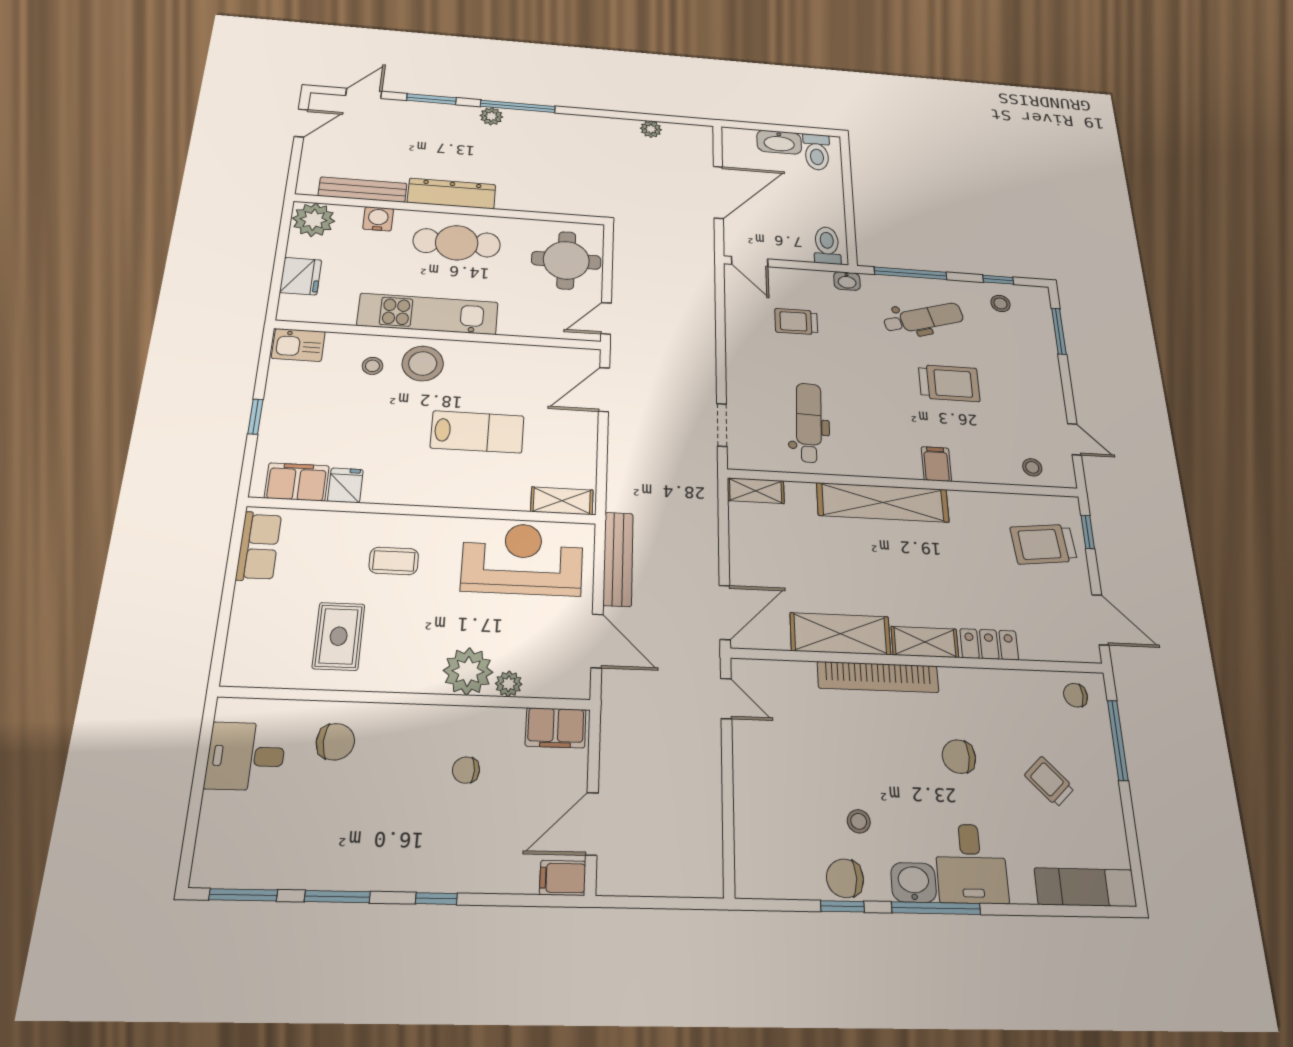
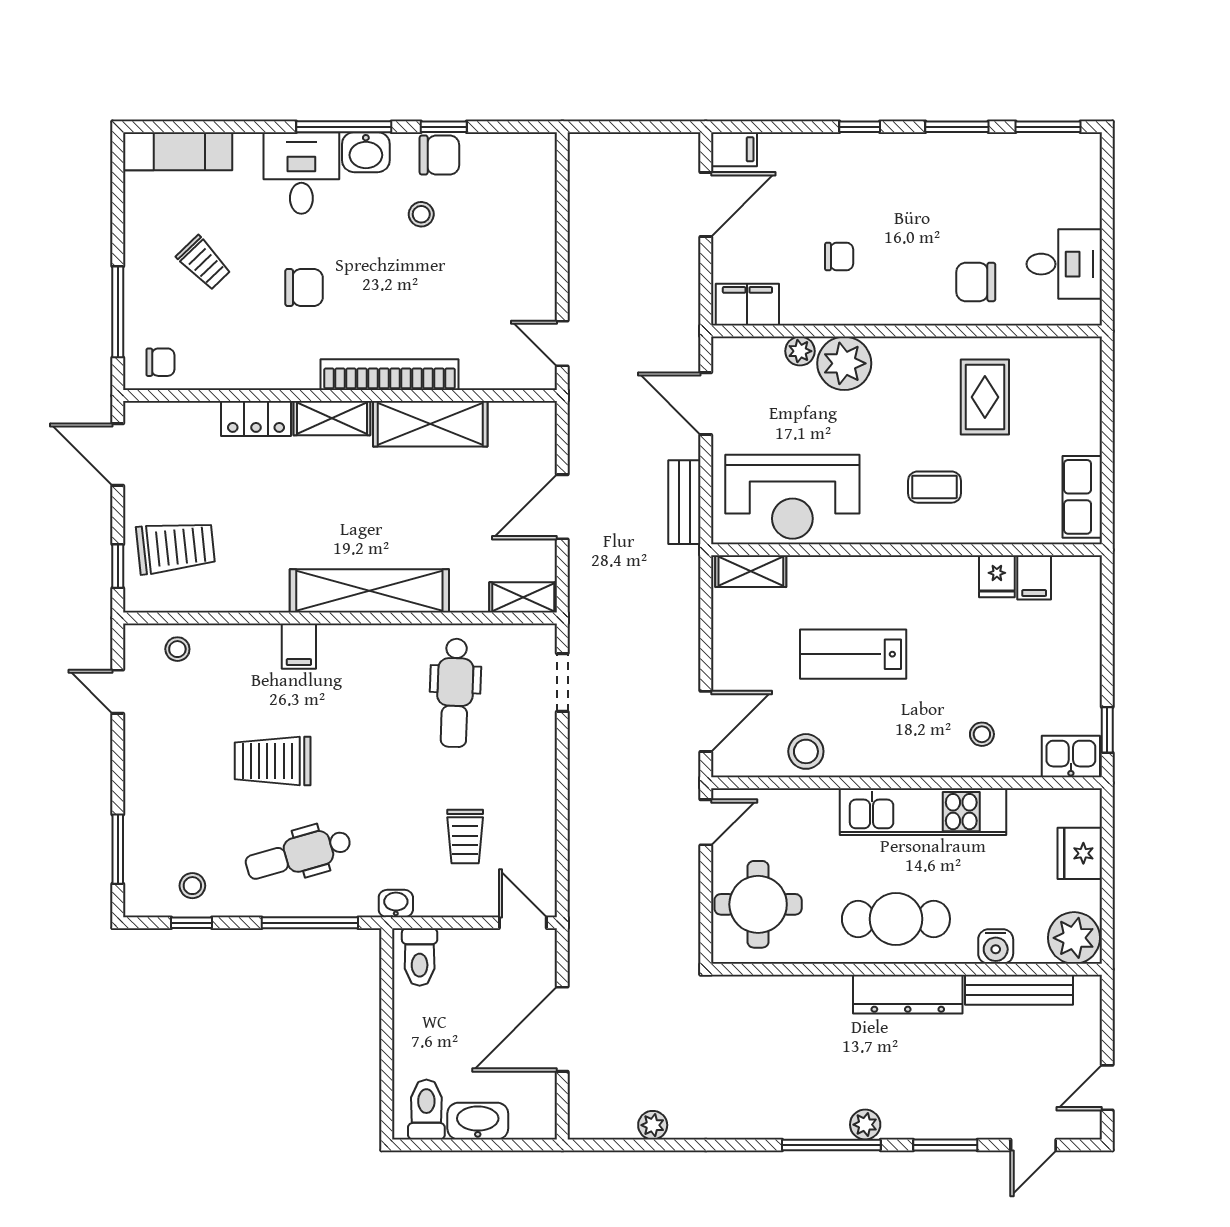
trolley: (796, 322) -> (465, 837), turned 90
stool: (423, 363) -> (806, 751), moved, width x0.73, depth x0.73
window: (255, 417) -> (1107, 730), moved
filing cabinet: (297, 482) -> (1034, 577), width x0.50
bench: (618, 559) -> (684, 502), width x0.73
door: (725, 612) -> (562, 507), moved

